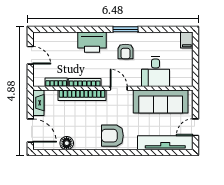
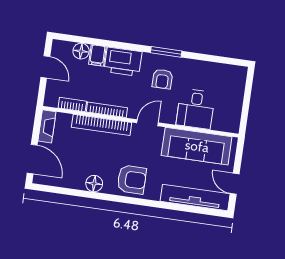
floor lamp: (57, 38) -> (81, 51), added
filing cabinet: (187, 40) -> (97, 55), moved
door: (119, 88) -> (148, 123), hinge flipped
door: (195, 127) -> (235, 184), hinge flipped
armchair: (112, 136) -> (132, 180), turned 180
floor lamp: (67, 143) -> (94, 184), moved

